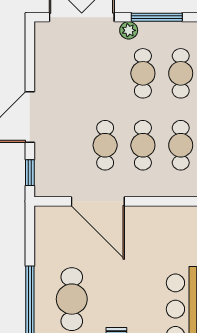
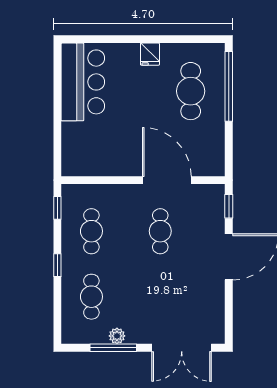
plant: (129, 30) -> (117, 336), moved
cafe table: (143, 73) -> (126, 297), removed
cafe table: (143, 145) -> (126, 231), removed

